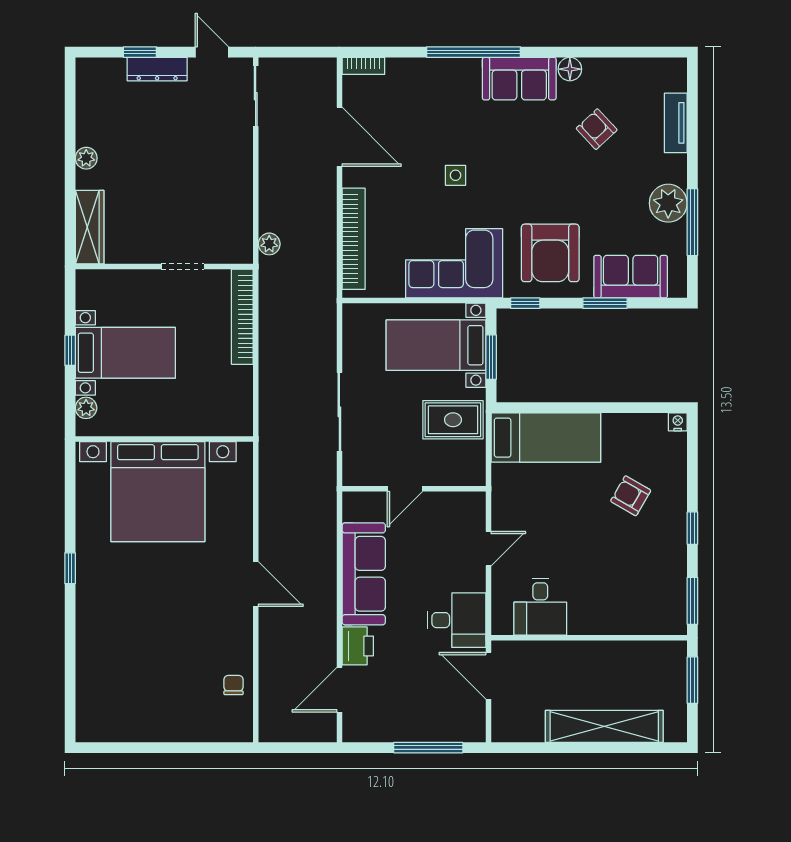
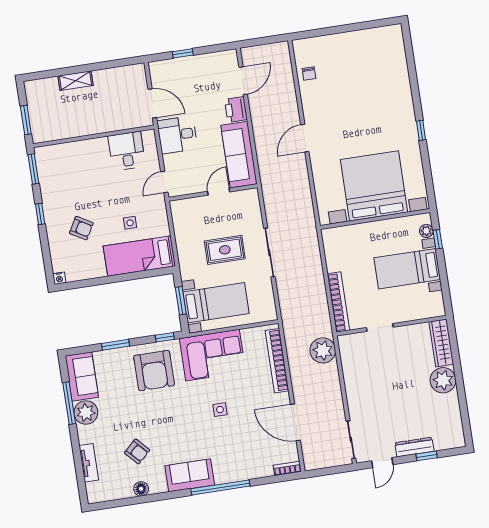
door: (212, 52) -> (382, 463), hinge flipped
floor lamp: (570, 69) -> (141, 489), moved
plant: (86, 158) -> (443, 380), width x1.87, depth x1.87
plant: (269, 244) -> (323, 350), width x1.87, depth x1.87
armchair: (550, 253) -> (154, 371), turned 180
sofa: (631, 277) -> (82, 376), moved, turned -90
window: (70, 350) -> (438, 239), moved
rug: (453, 420) -> (225, 250), moved
door: (405, 489) -> (219, 192), moved
wall: (414, 489) -> (213, 193), moved
side table: (552, 492) -> (130, 223), added
door: (256, 584) -> (305, 138), hinge flipped
shelving: (604, 726) -> (76, 81), width x0.45, depth x0.75
window: (428, 748) -> (183, 53), width x0.46

